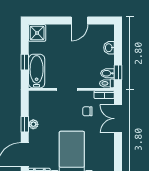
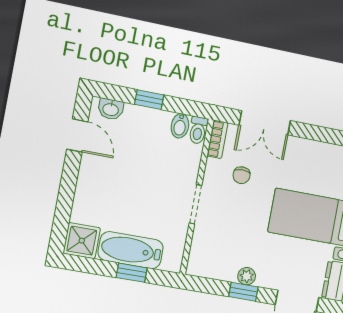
door: (79, 21) -> (77, 135), moved
washbasin: (109, 48) -> (111, 109), moved
bathtub: (37, 71) -> (131, 250), moved
window: (118, 72) -> (149, 100), moved

